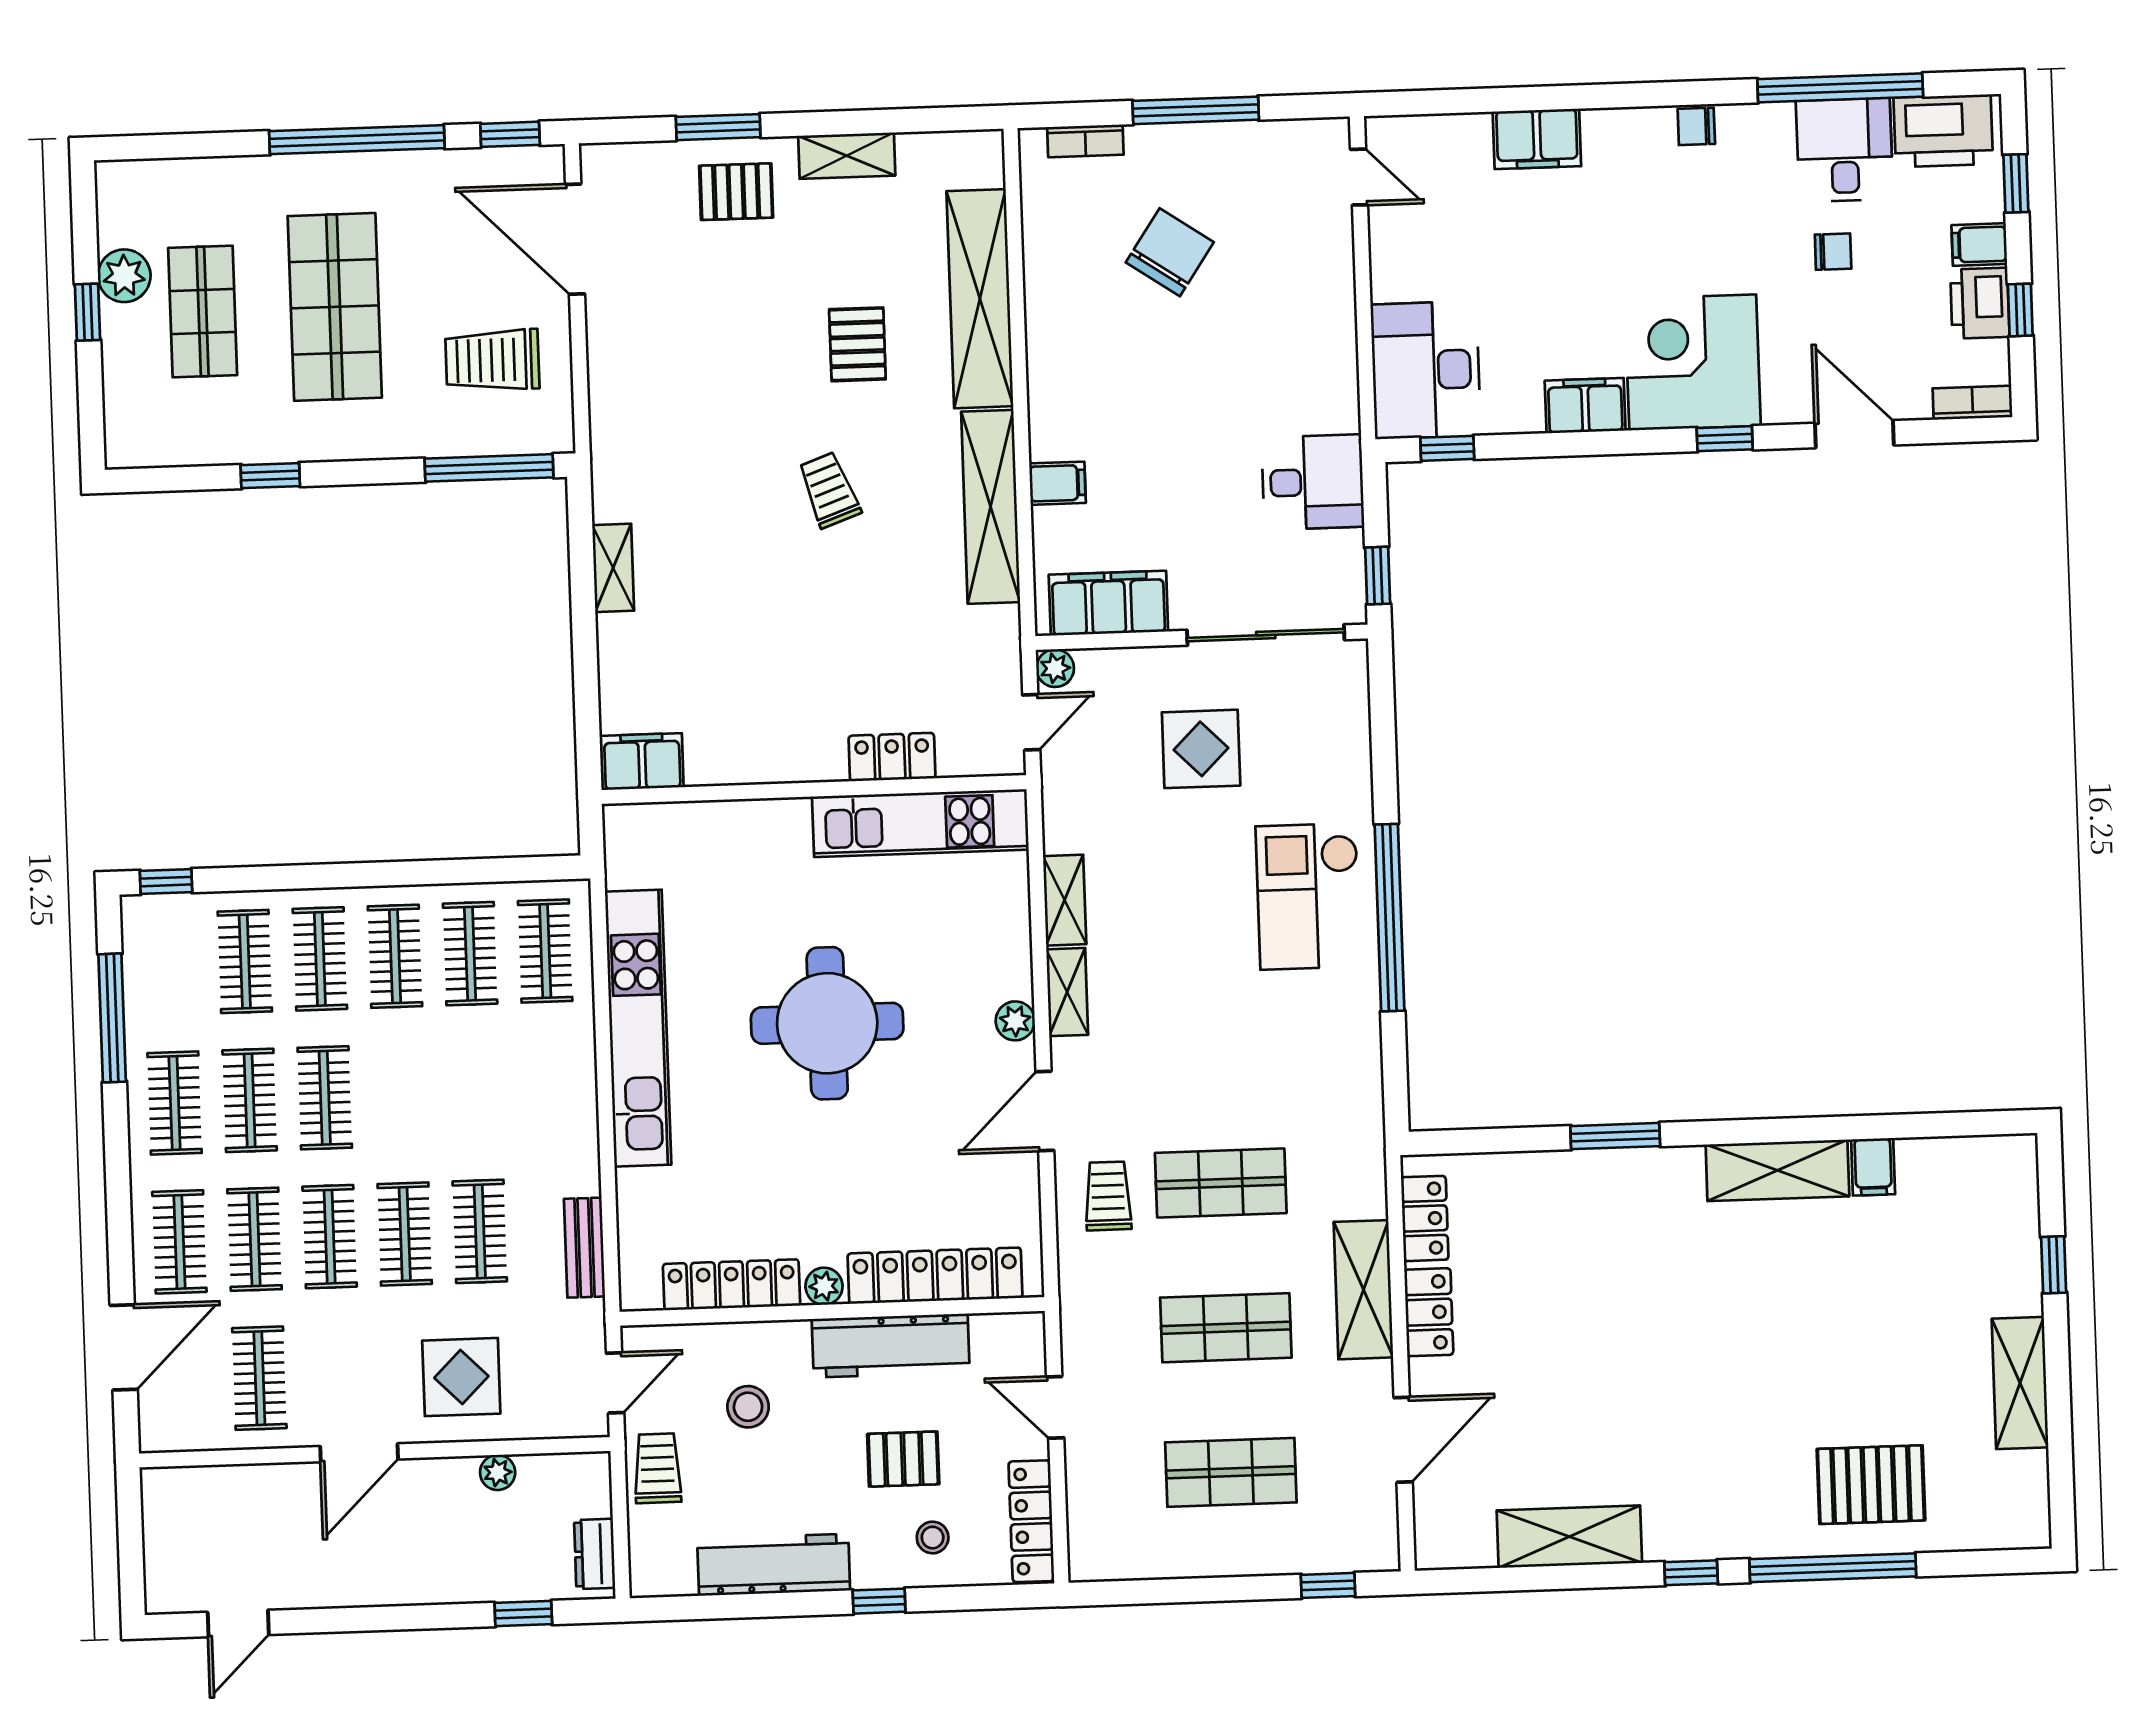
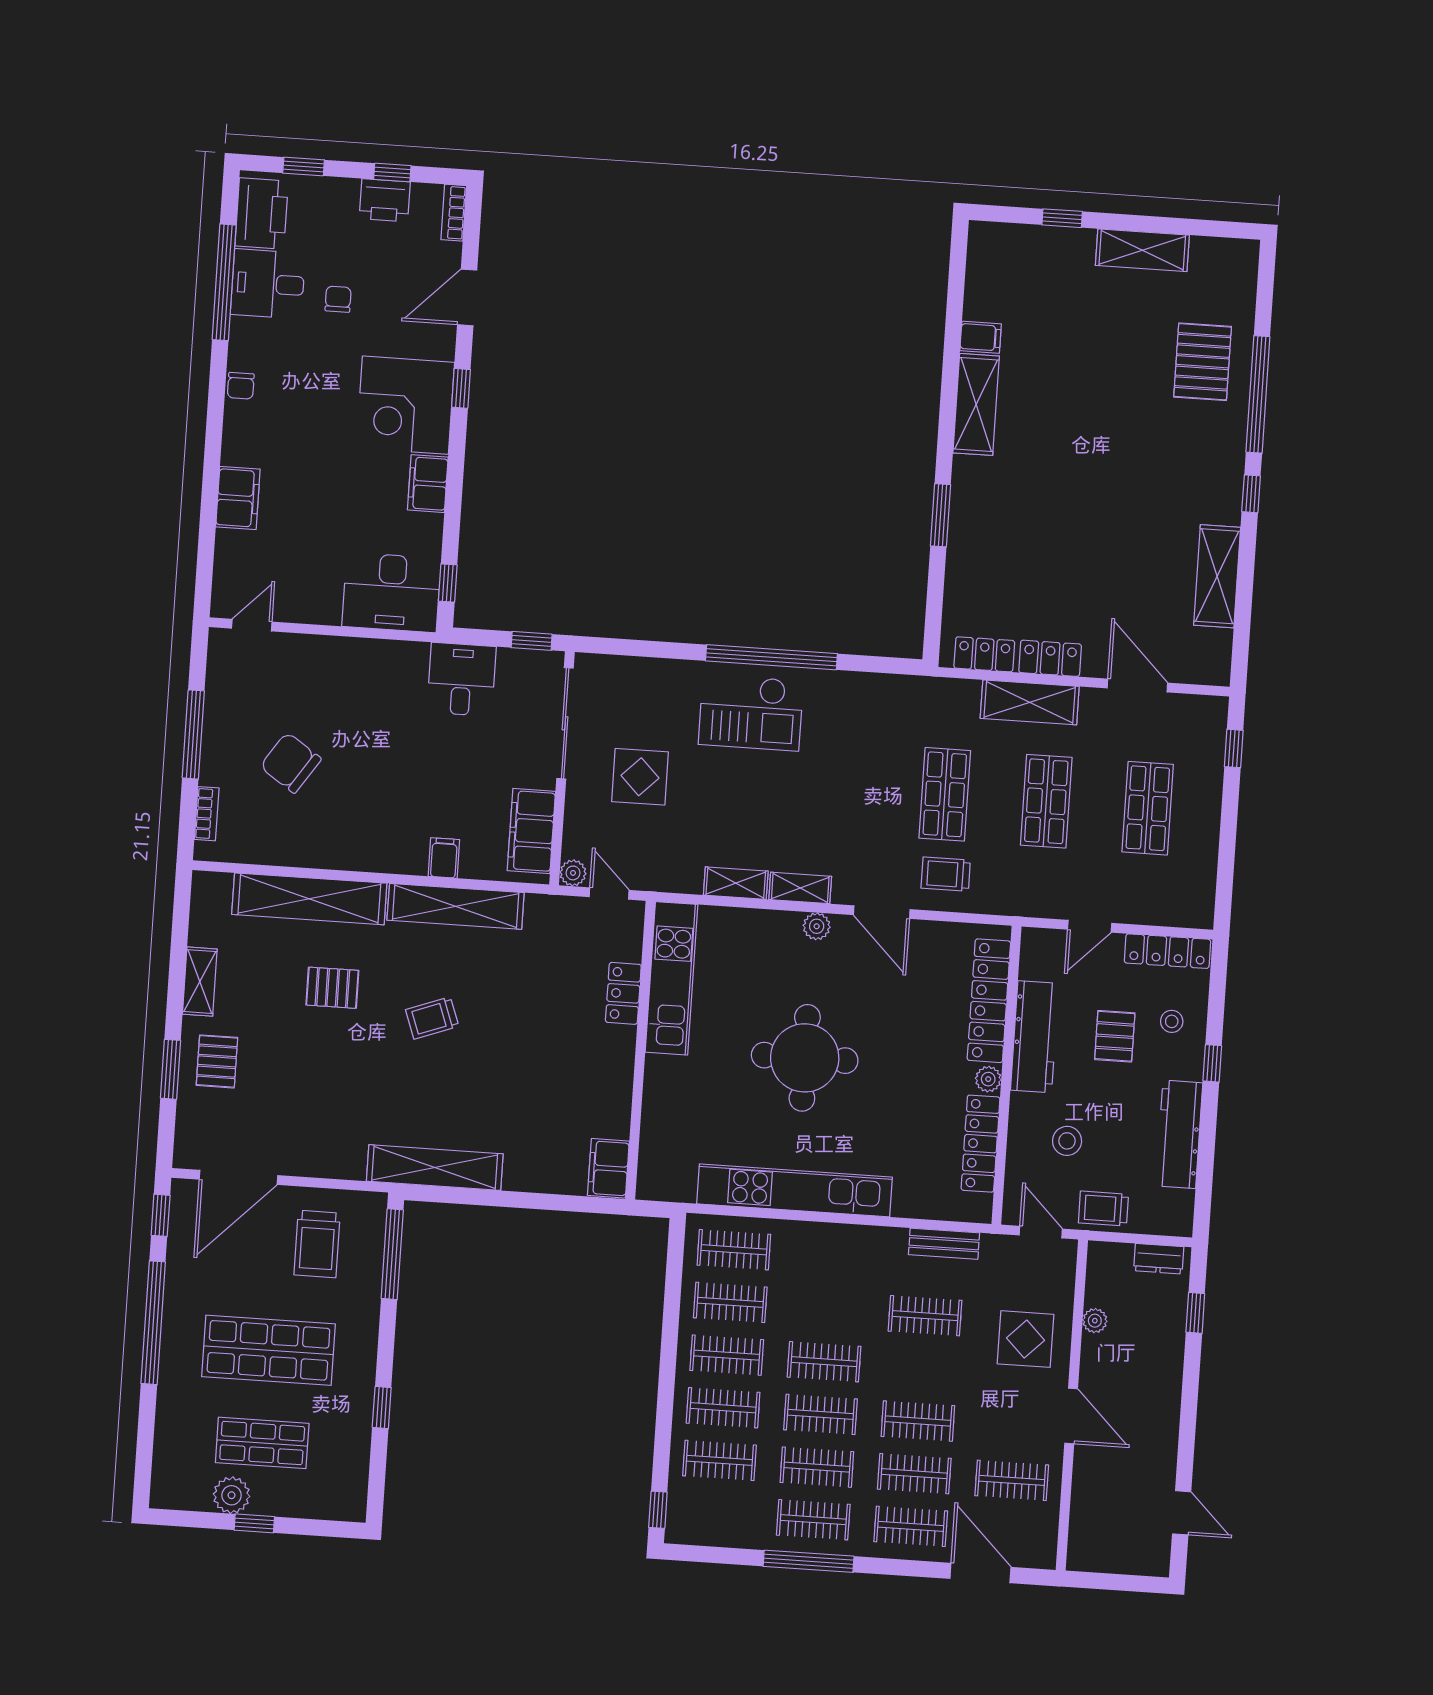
filing cabinet: (1979, 245) -> (344, 196), removed
shelving: (613, 568) -> (435, 1168), width x2.20, depth x1.33
window: (112, 1018) -> (809, 1561), moved
clothes rail: (405, 1234) -> (824, 1362), moved

